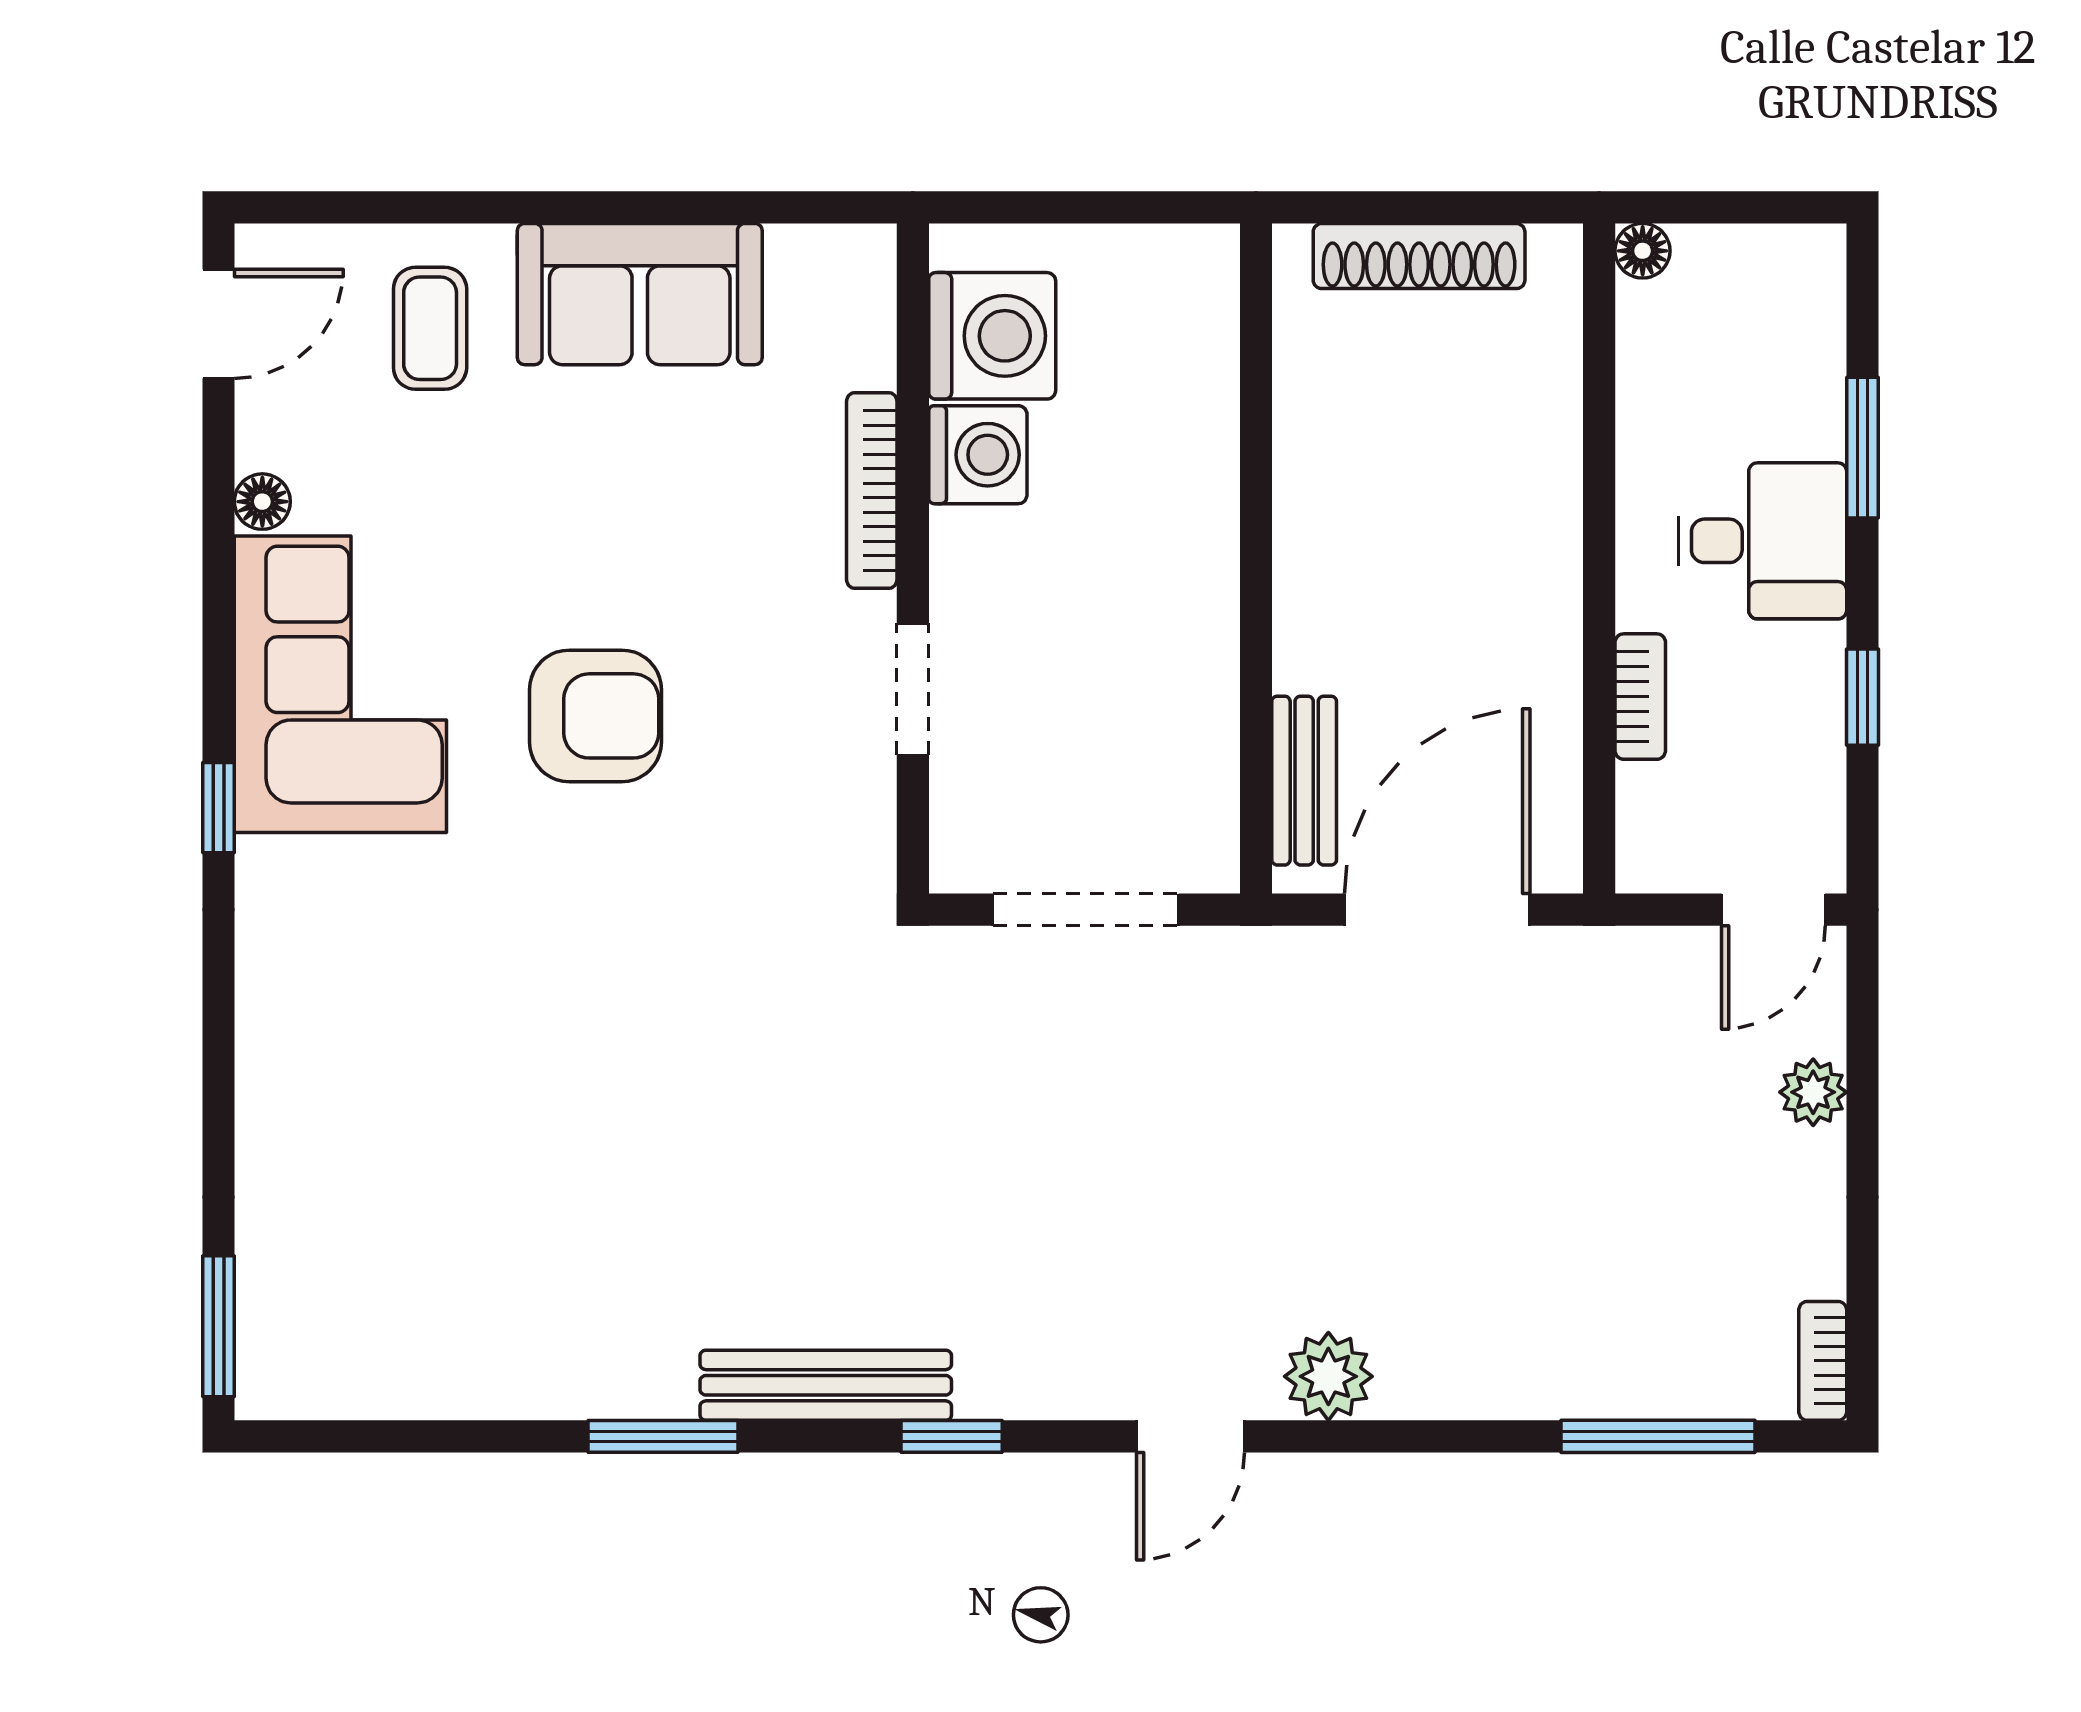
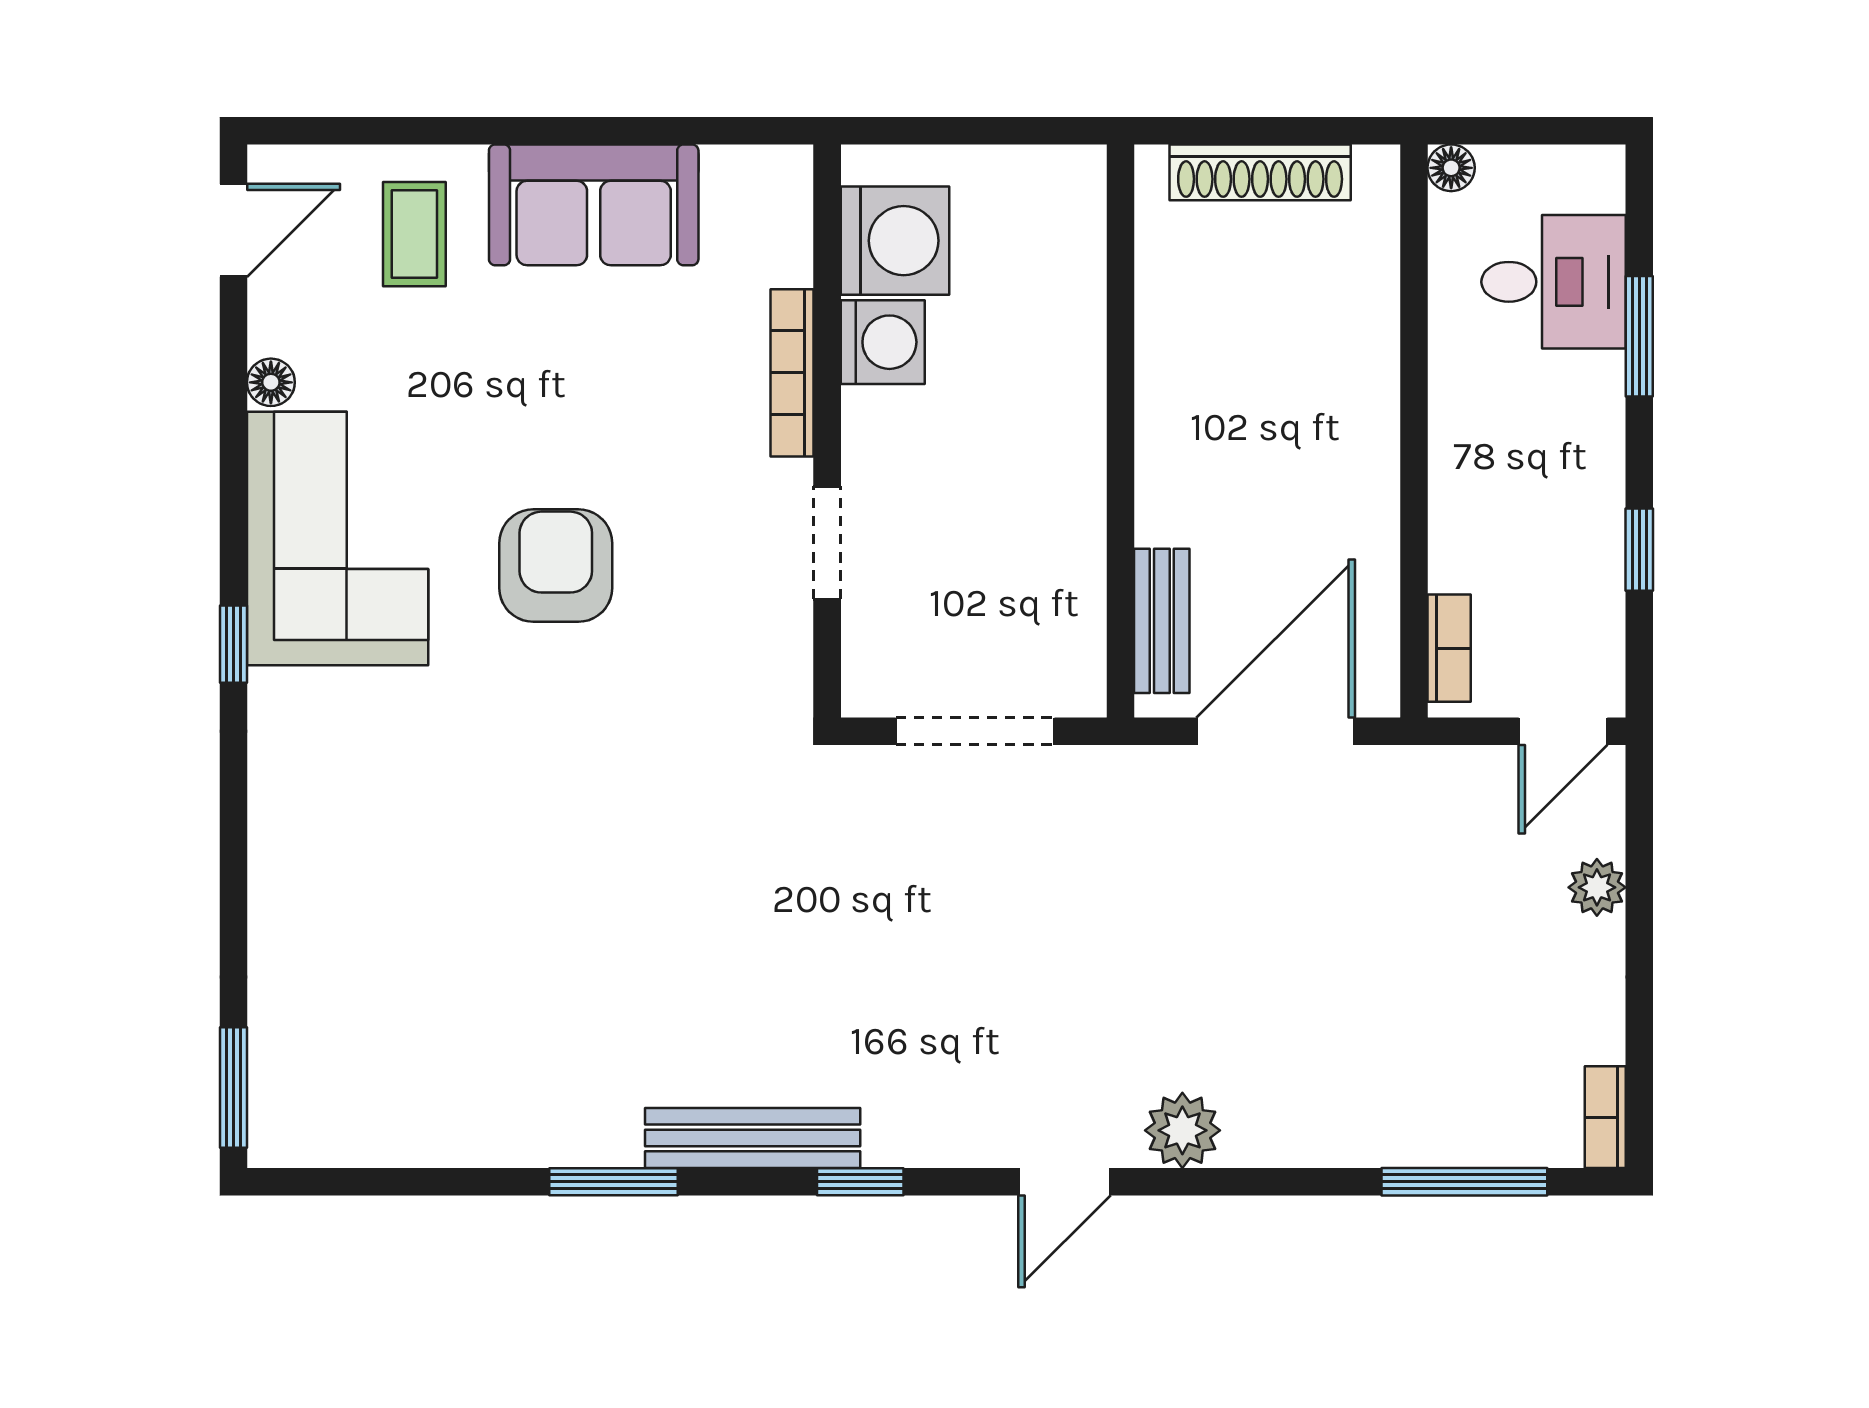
desk: (1762, 541) -> (1554, 282), moved
bookcase: (1640, 697) -> (1449, 648), moved
armchair: (595, 716) -> (556, 566), turned -90

